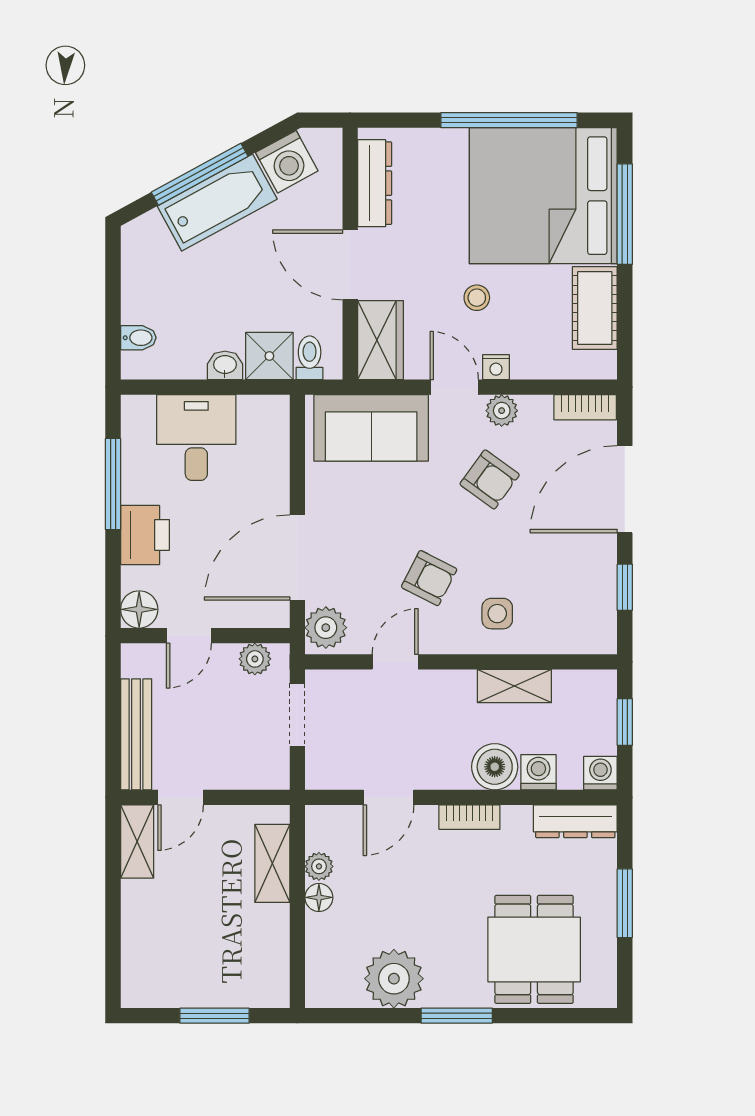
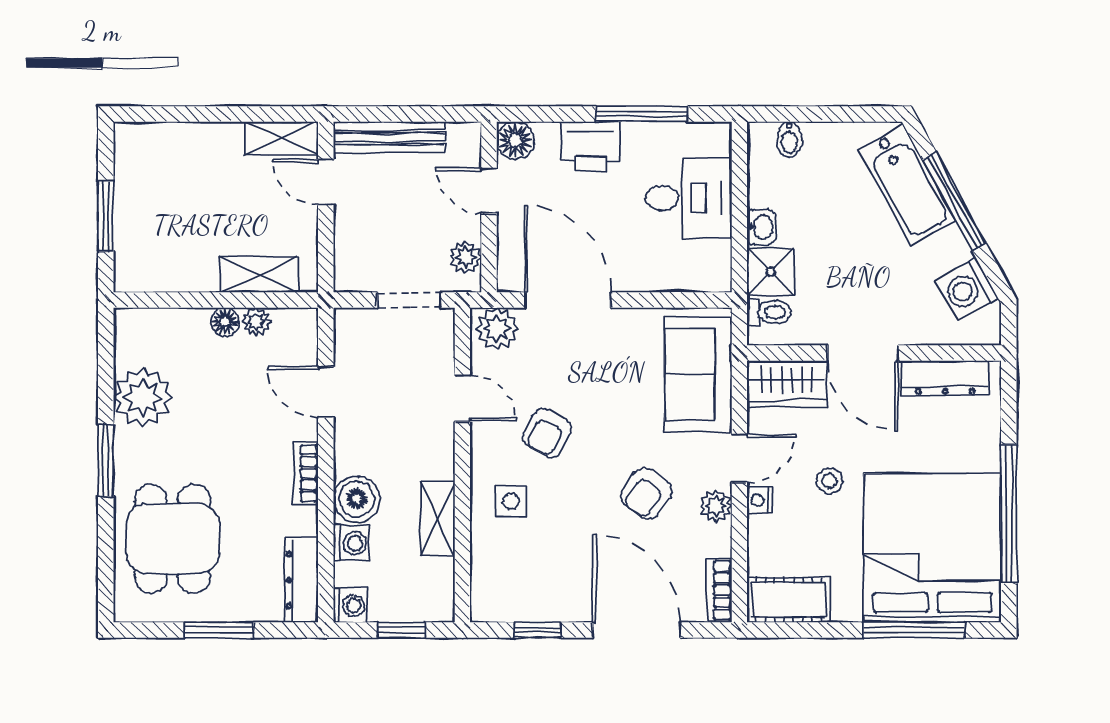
bathtub: (217, 203) -> (907, 185), moved
door: (350, 265) -> (863, 353), swing flipped
cot: (595, 308) -> (789, 600), moved
dining table: (534, 949) -> (173, 539), turned 90

